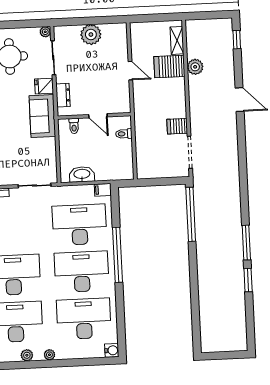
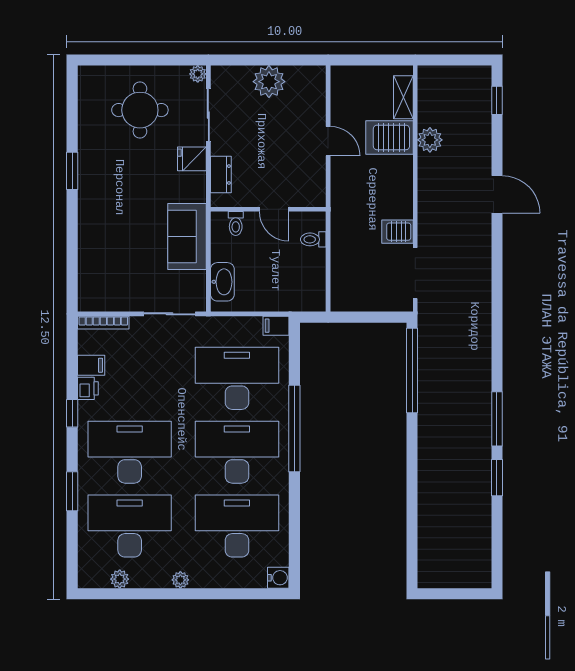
sofa: (42, 116) -> (187, 236), moved
washbasin: (82, 174) -> (222, 282), moved, turned 90
plant: (27, 355) -> (120, 579), moved

